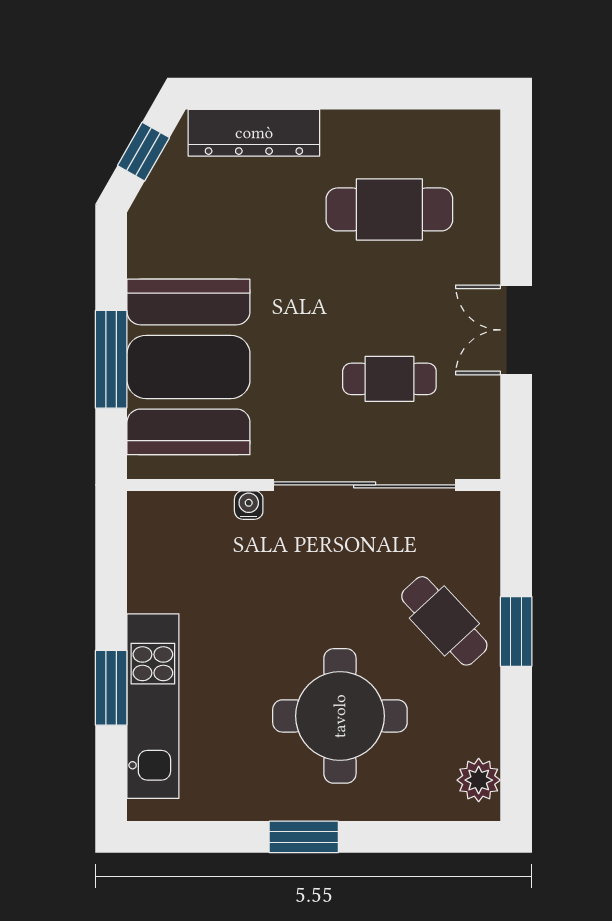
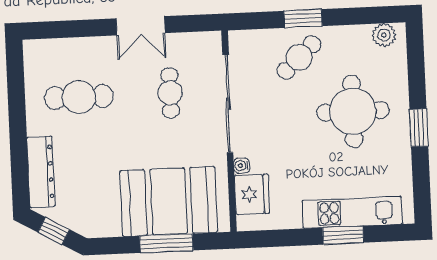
cafe table: (389, 209) -> (79, 97), turned 90
fridge: (195, 522) -> (252, 194), added

